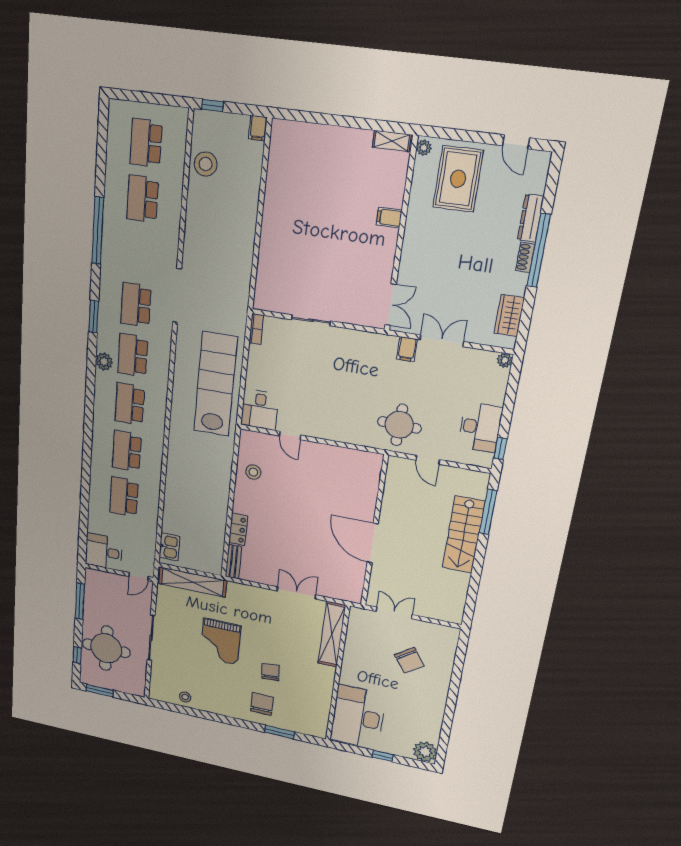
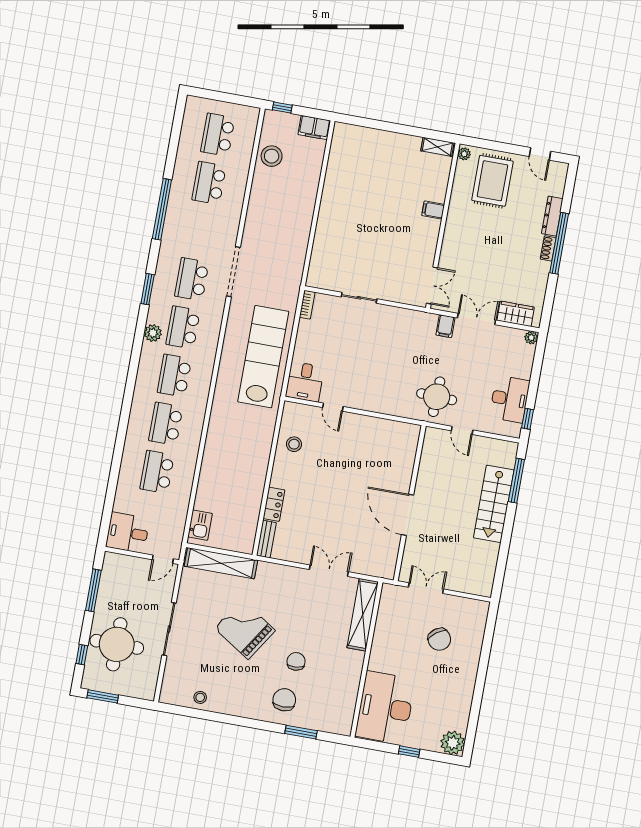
filing cabinet: (258, 128) -> (314, 128), width x2.00
wardrobe: (509, 315) -> (516, 314), moved, turned 90
grand piano: (220, 642) -> (245, 629), turned 123

